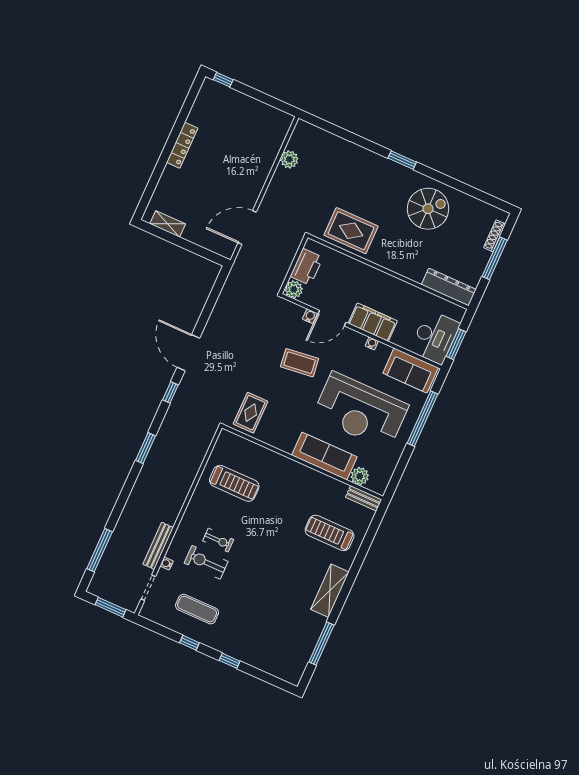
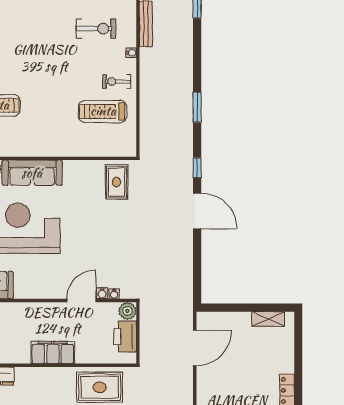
filing cabinet: (373, 322) -> (53, 352), moved, turned 180
water cooler: (372, 343) -> (114, 294), moved
coffee table: (300, 363) -> (93, 247), removed
exercise bike: (218, 540) -> (117, 82), moved
water cooler: (167, 563) -> (131, 53), moved

